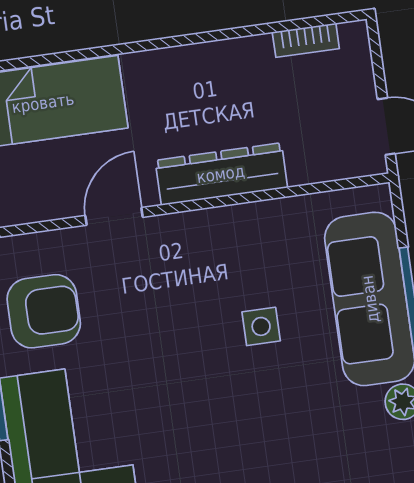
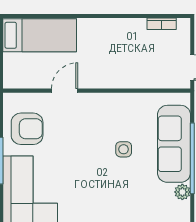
dresser: (221, 174) -> (115, 78), removed

